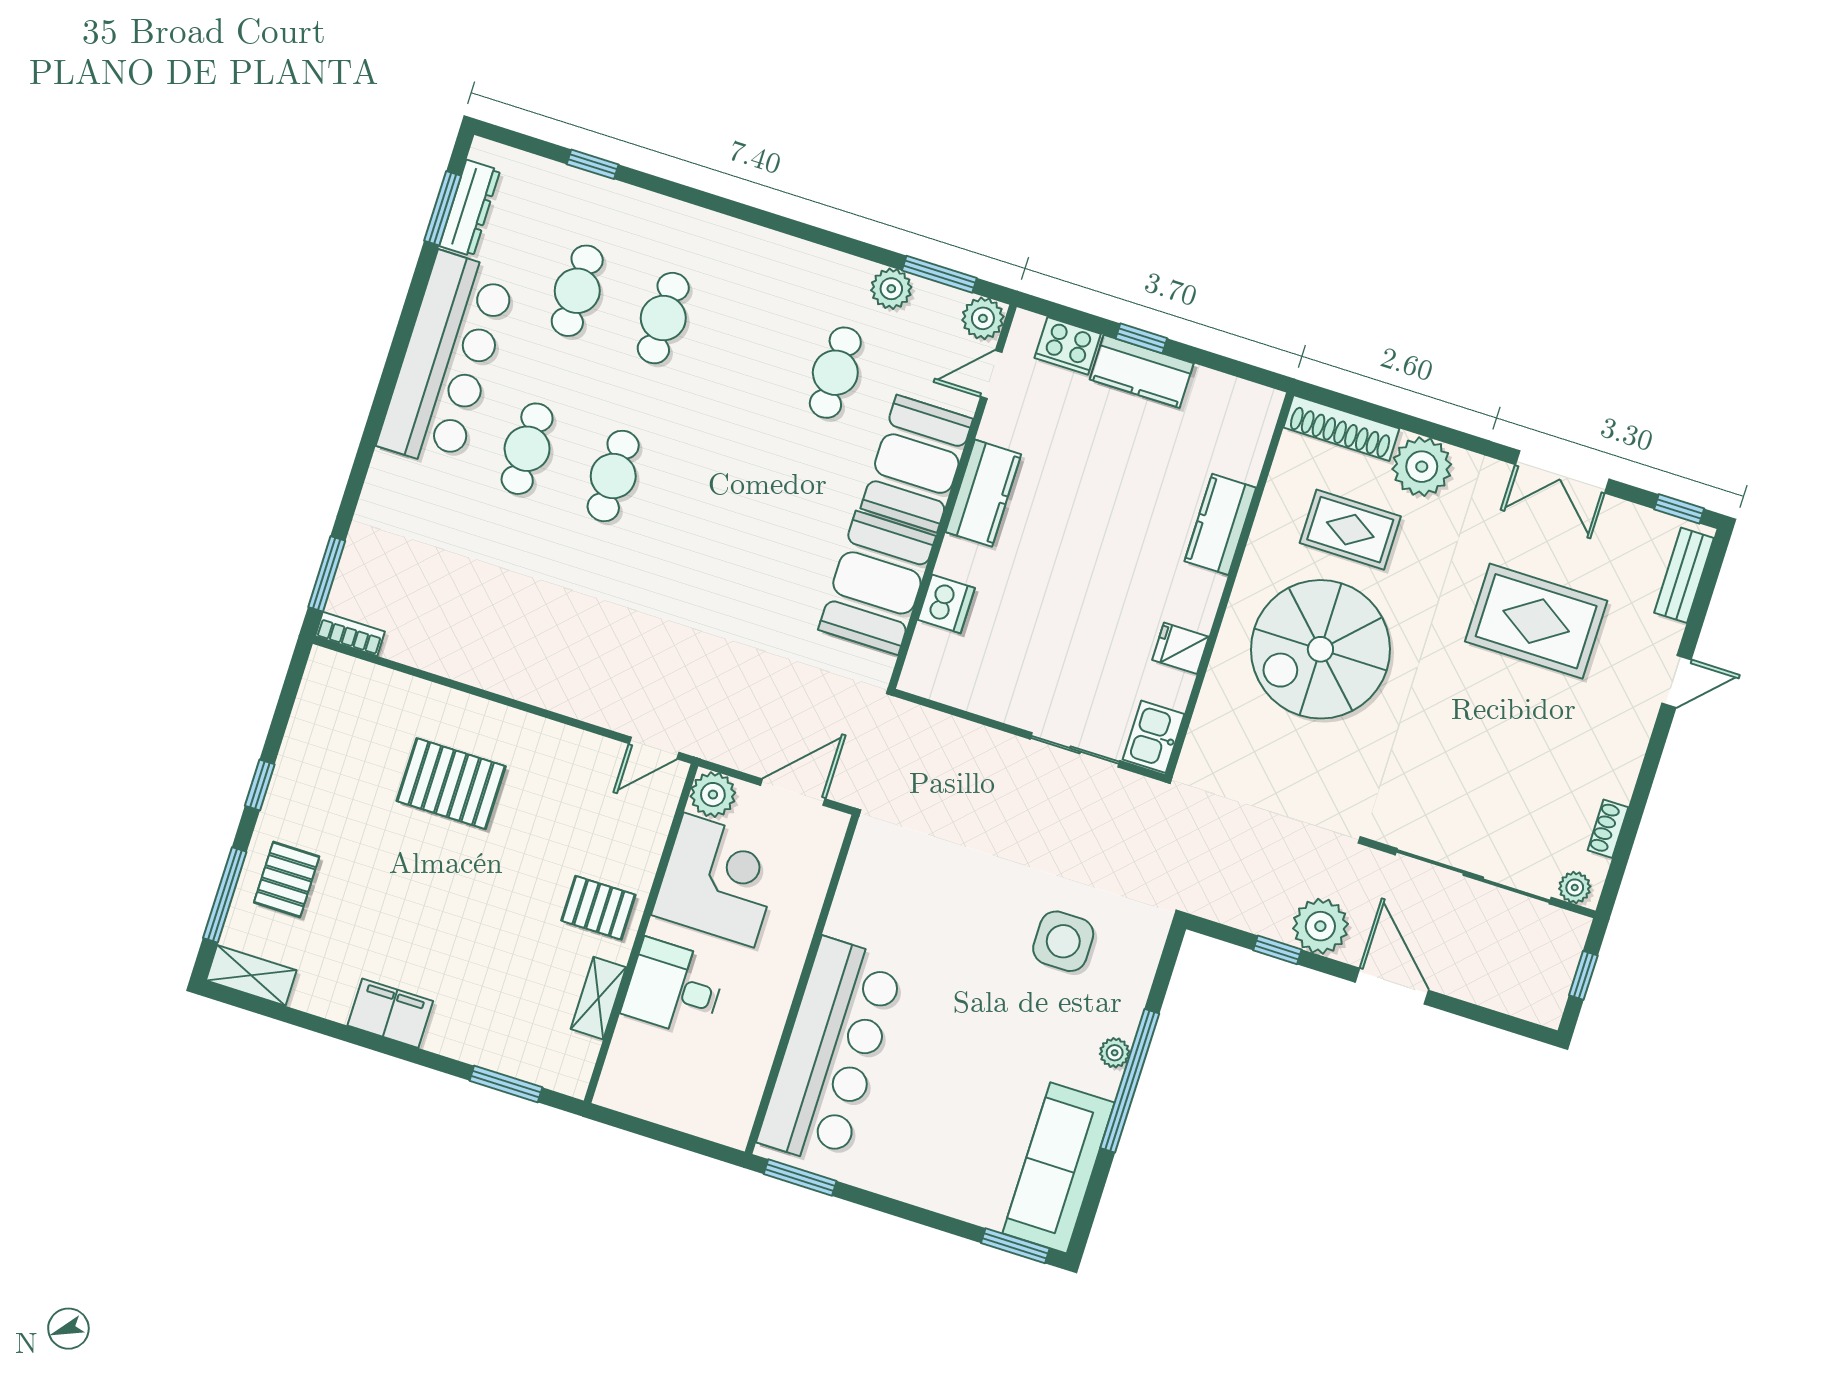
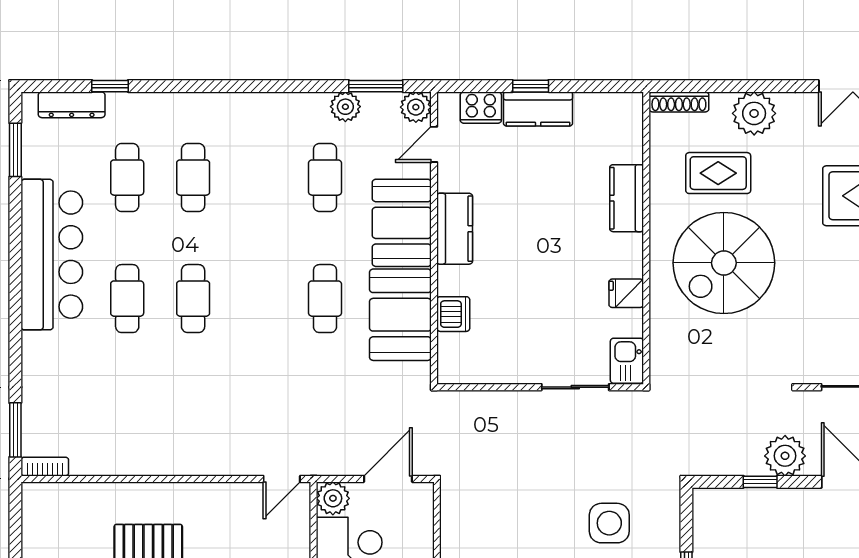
dresser: (470, 208) -> (72, 105), moved, turned 90
shoe rack: (1341, 428) -> (679, 102), width x0.74, depth x0.81
cafe table: (785, 531) -> (325, 299), added

